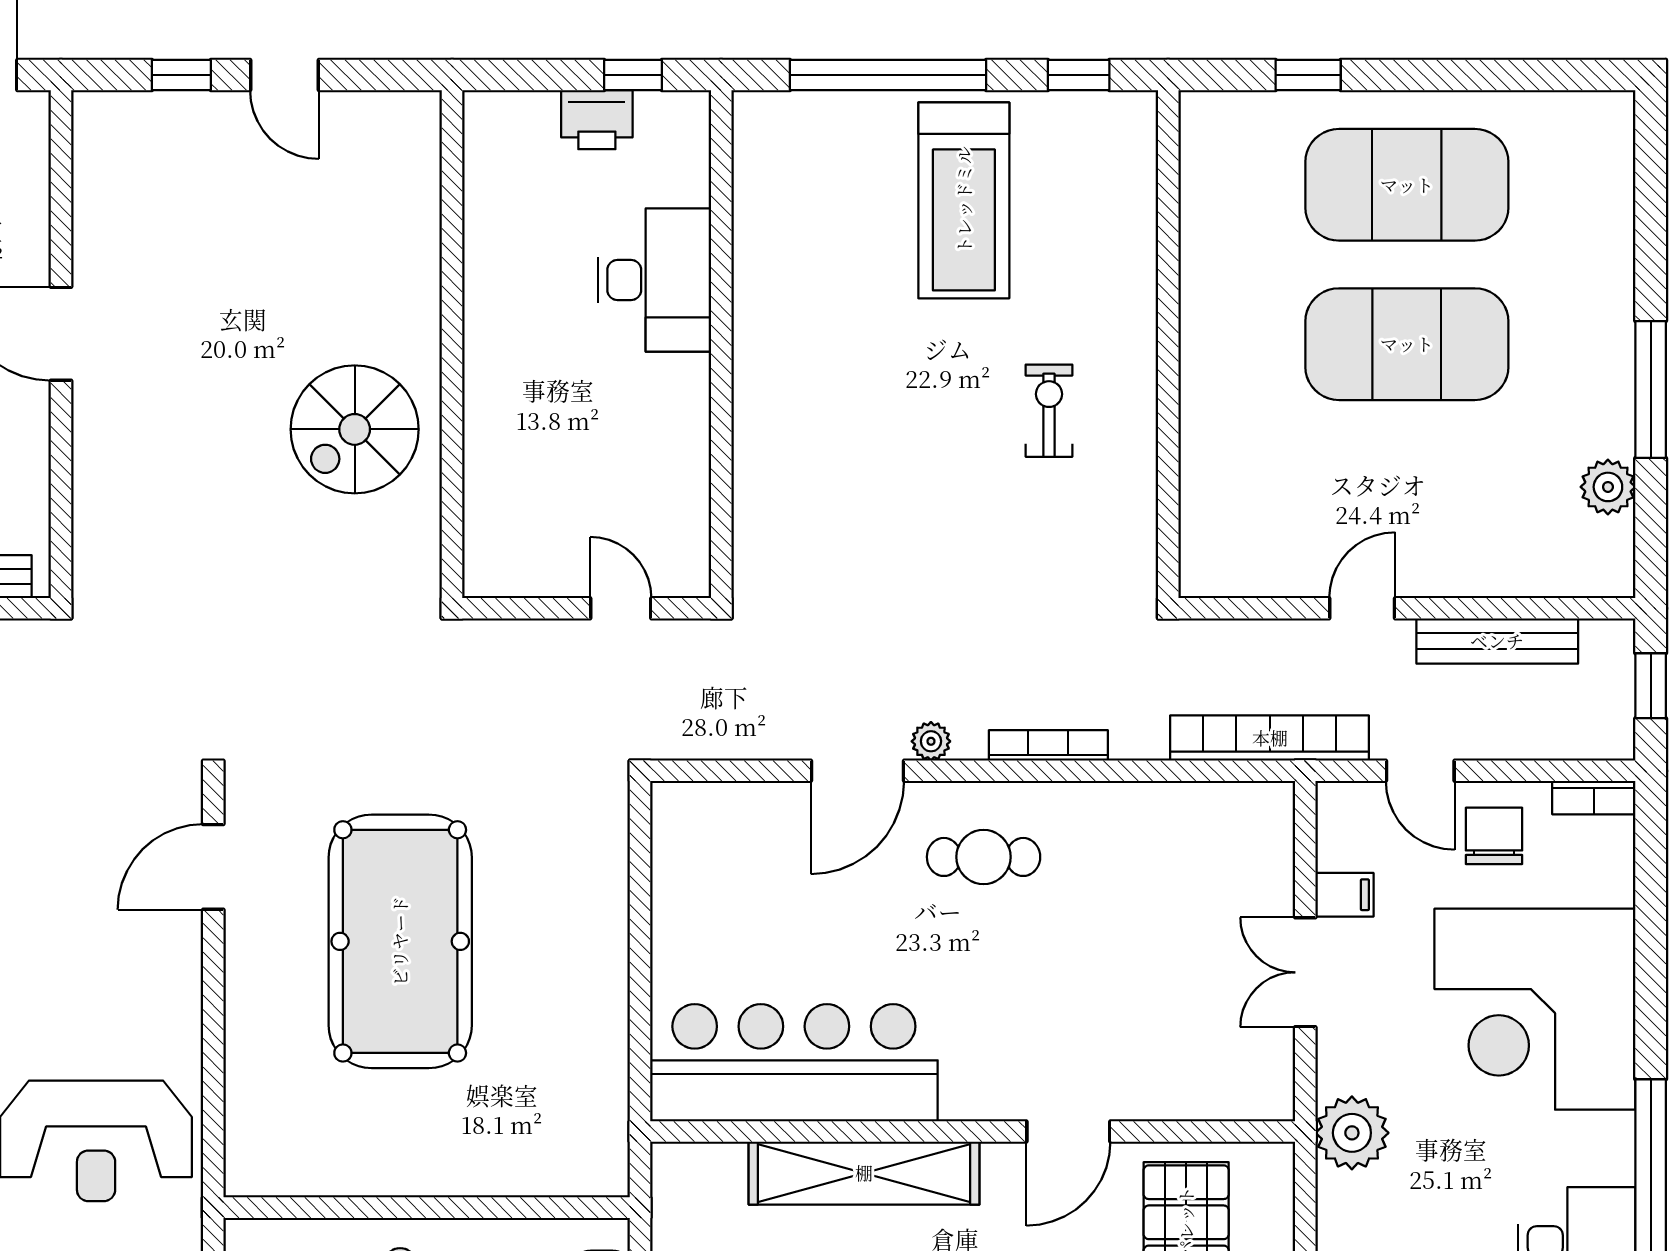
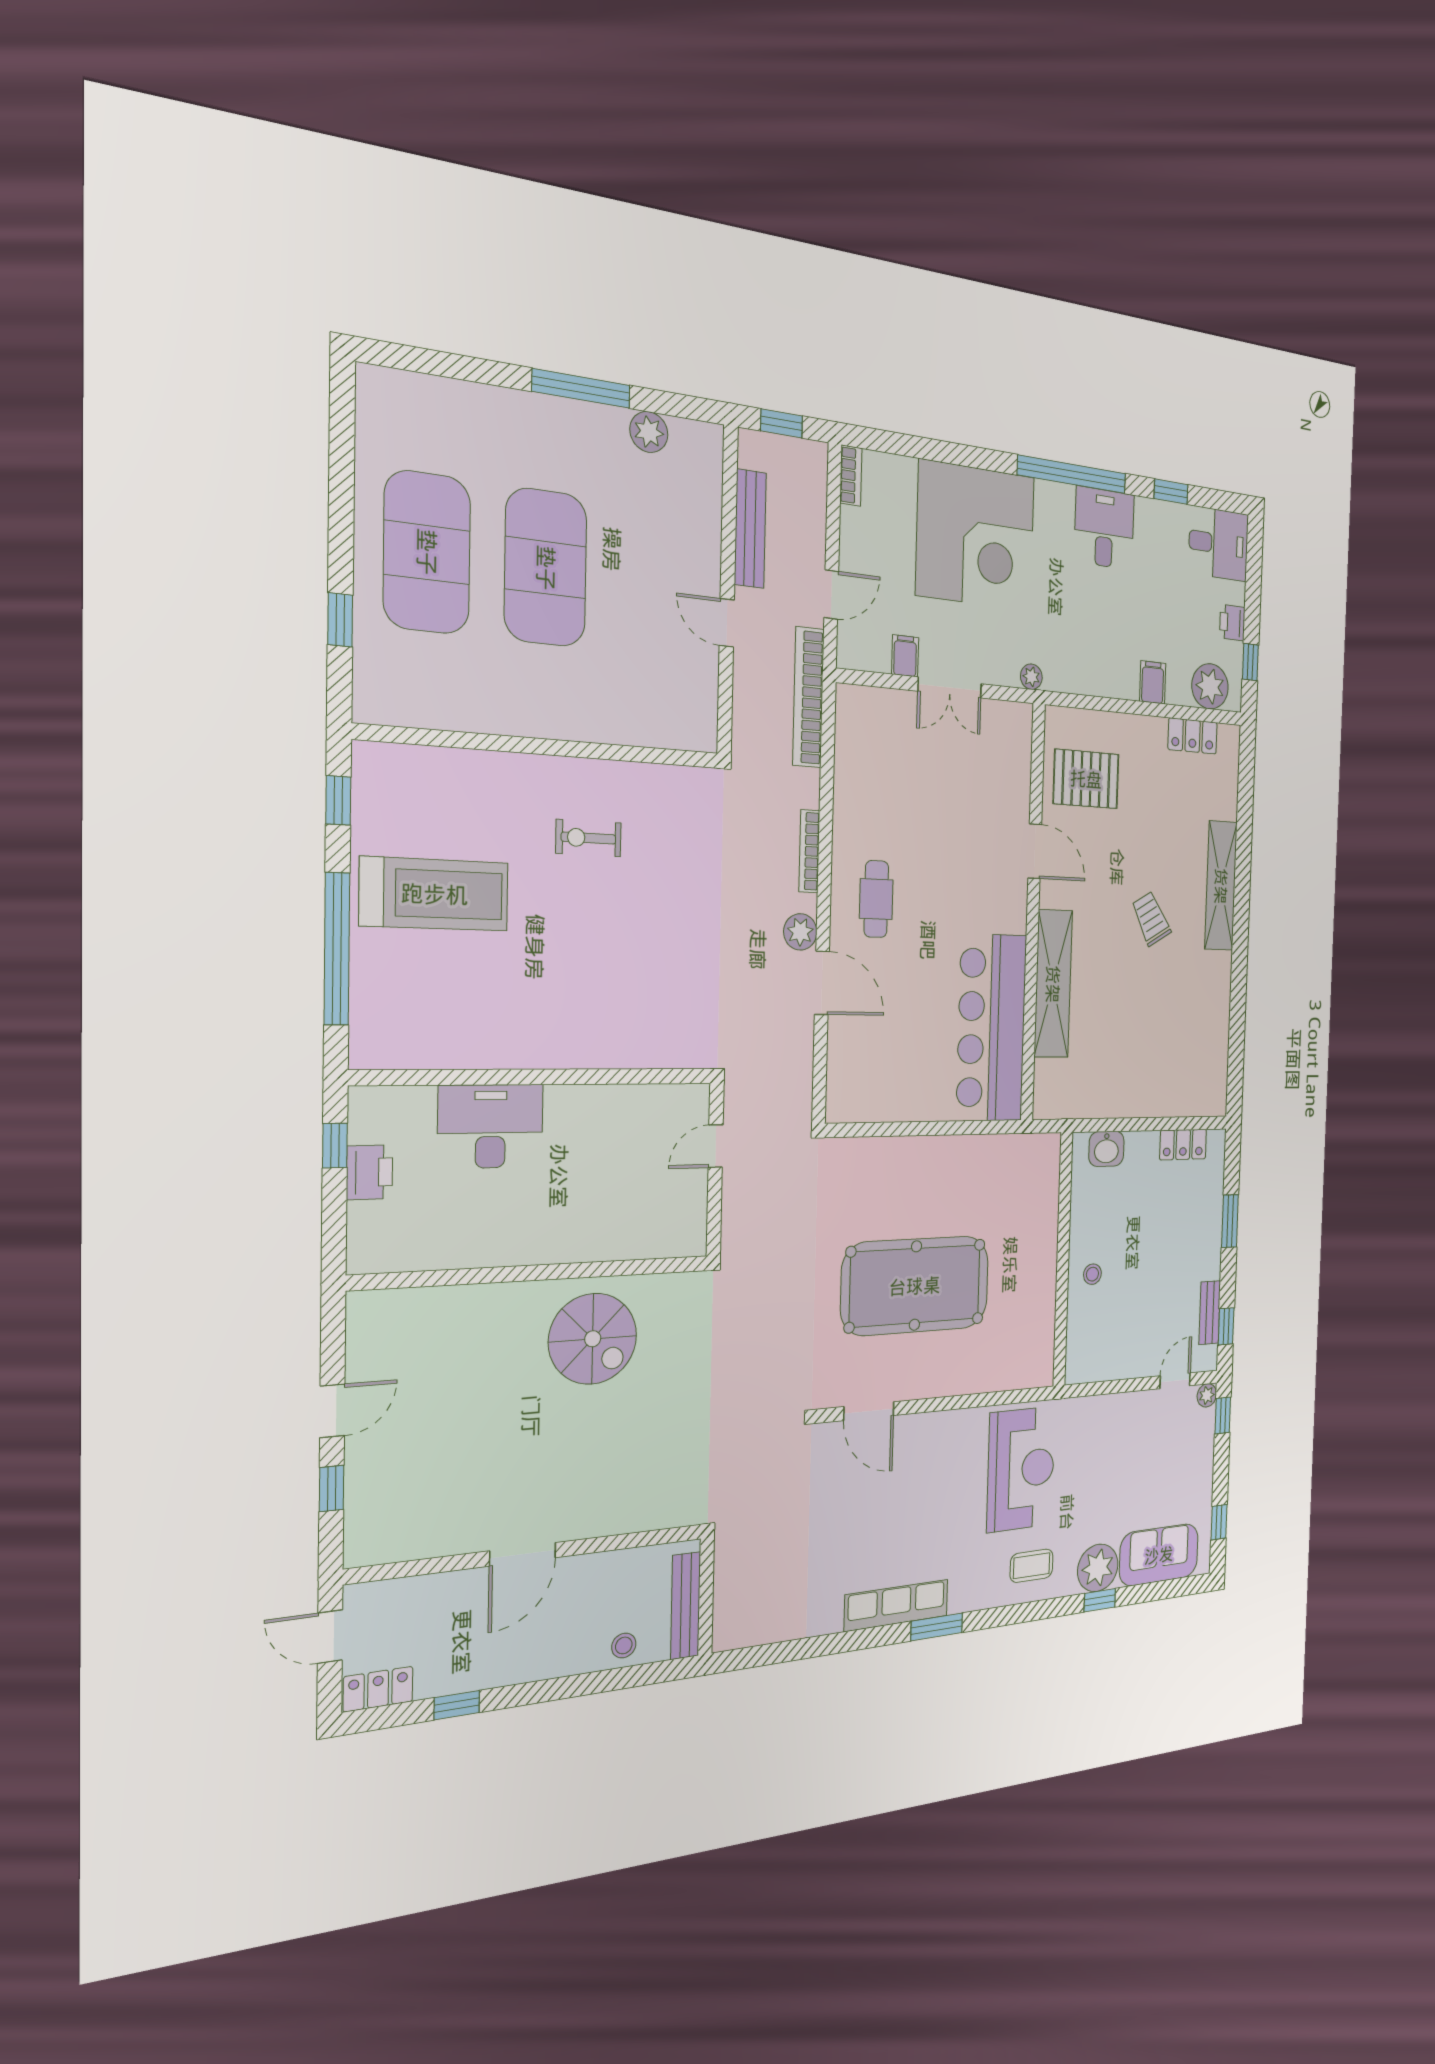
plant: (931, 741) -> (800, 932), width x1.38, depth x1.38
chair: (1494, 836) -> (872, 549), removed
plant: (1352, 1133) -> (1031, 677), width x0.53, depth x0.53

